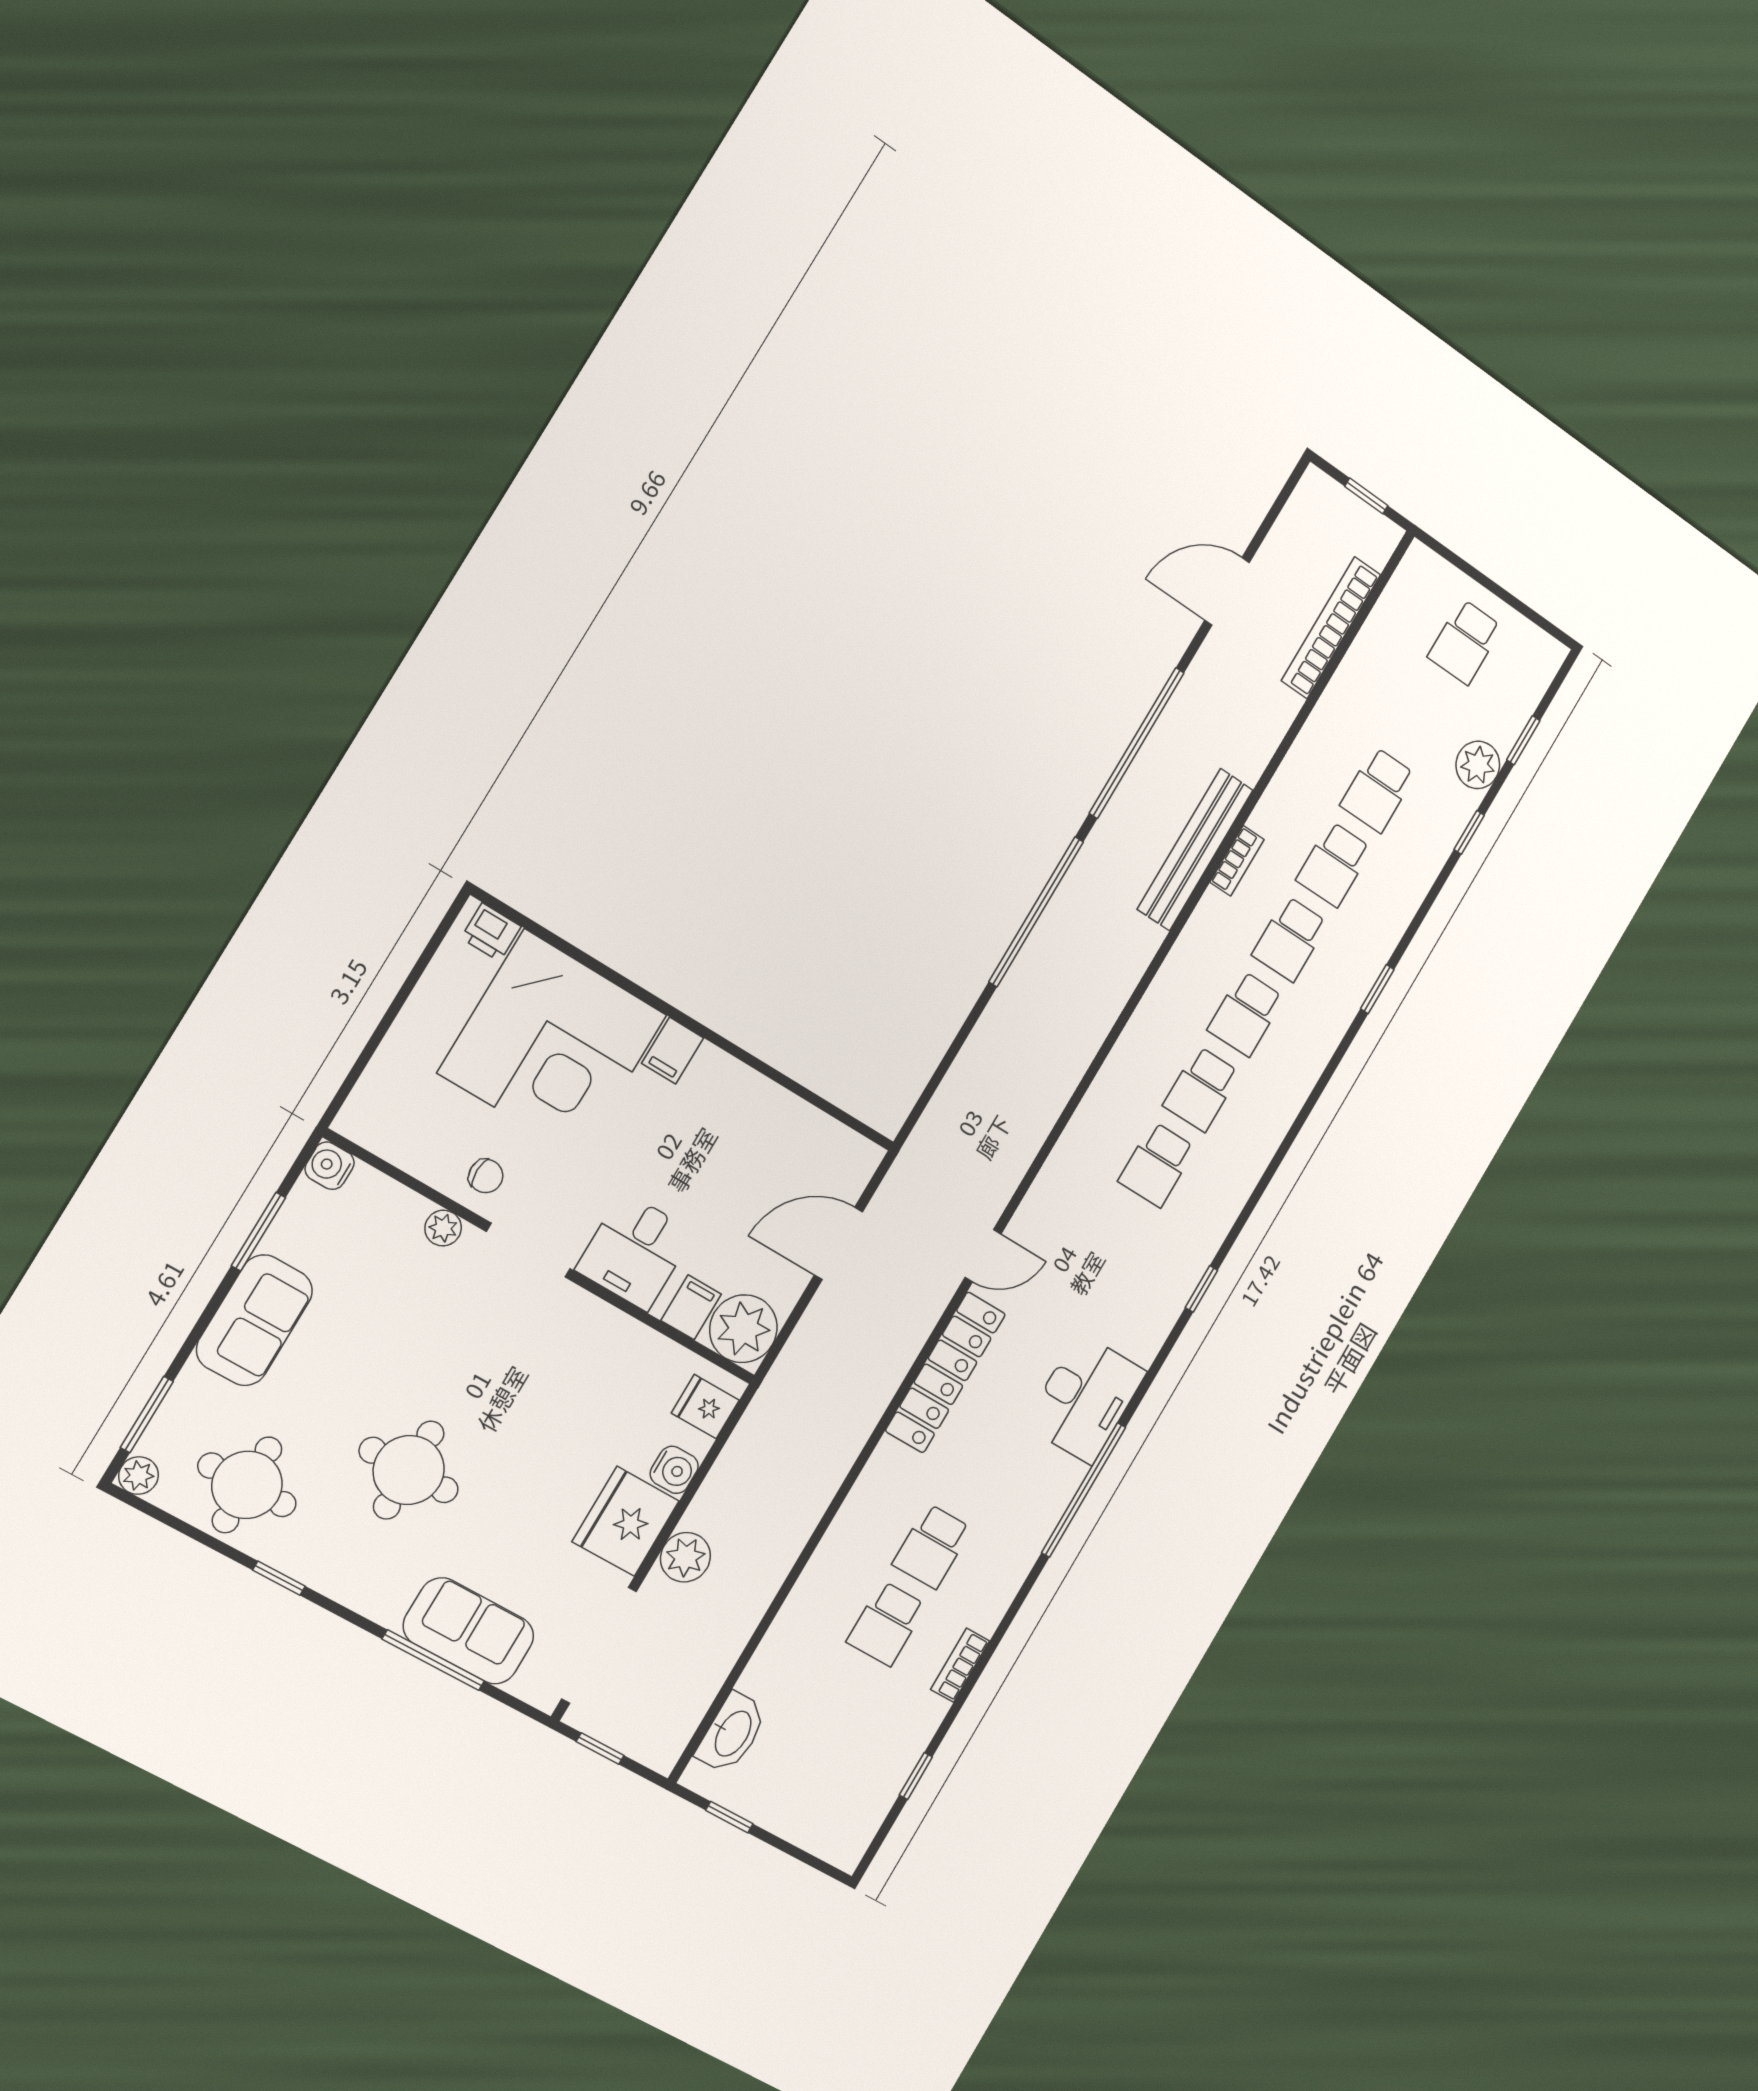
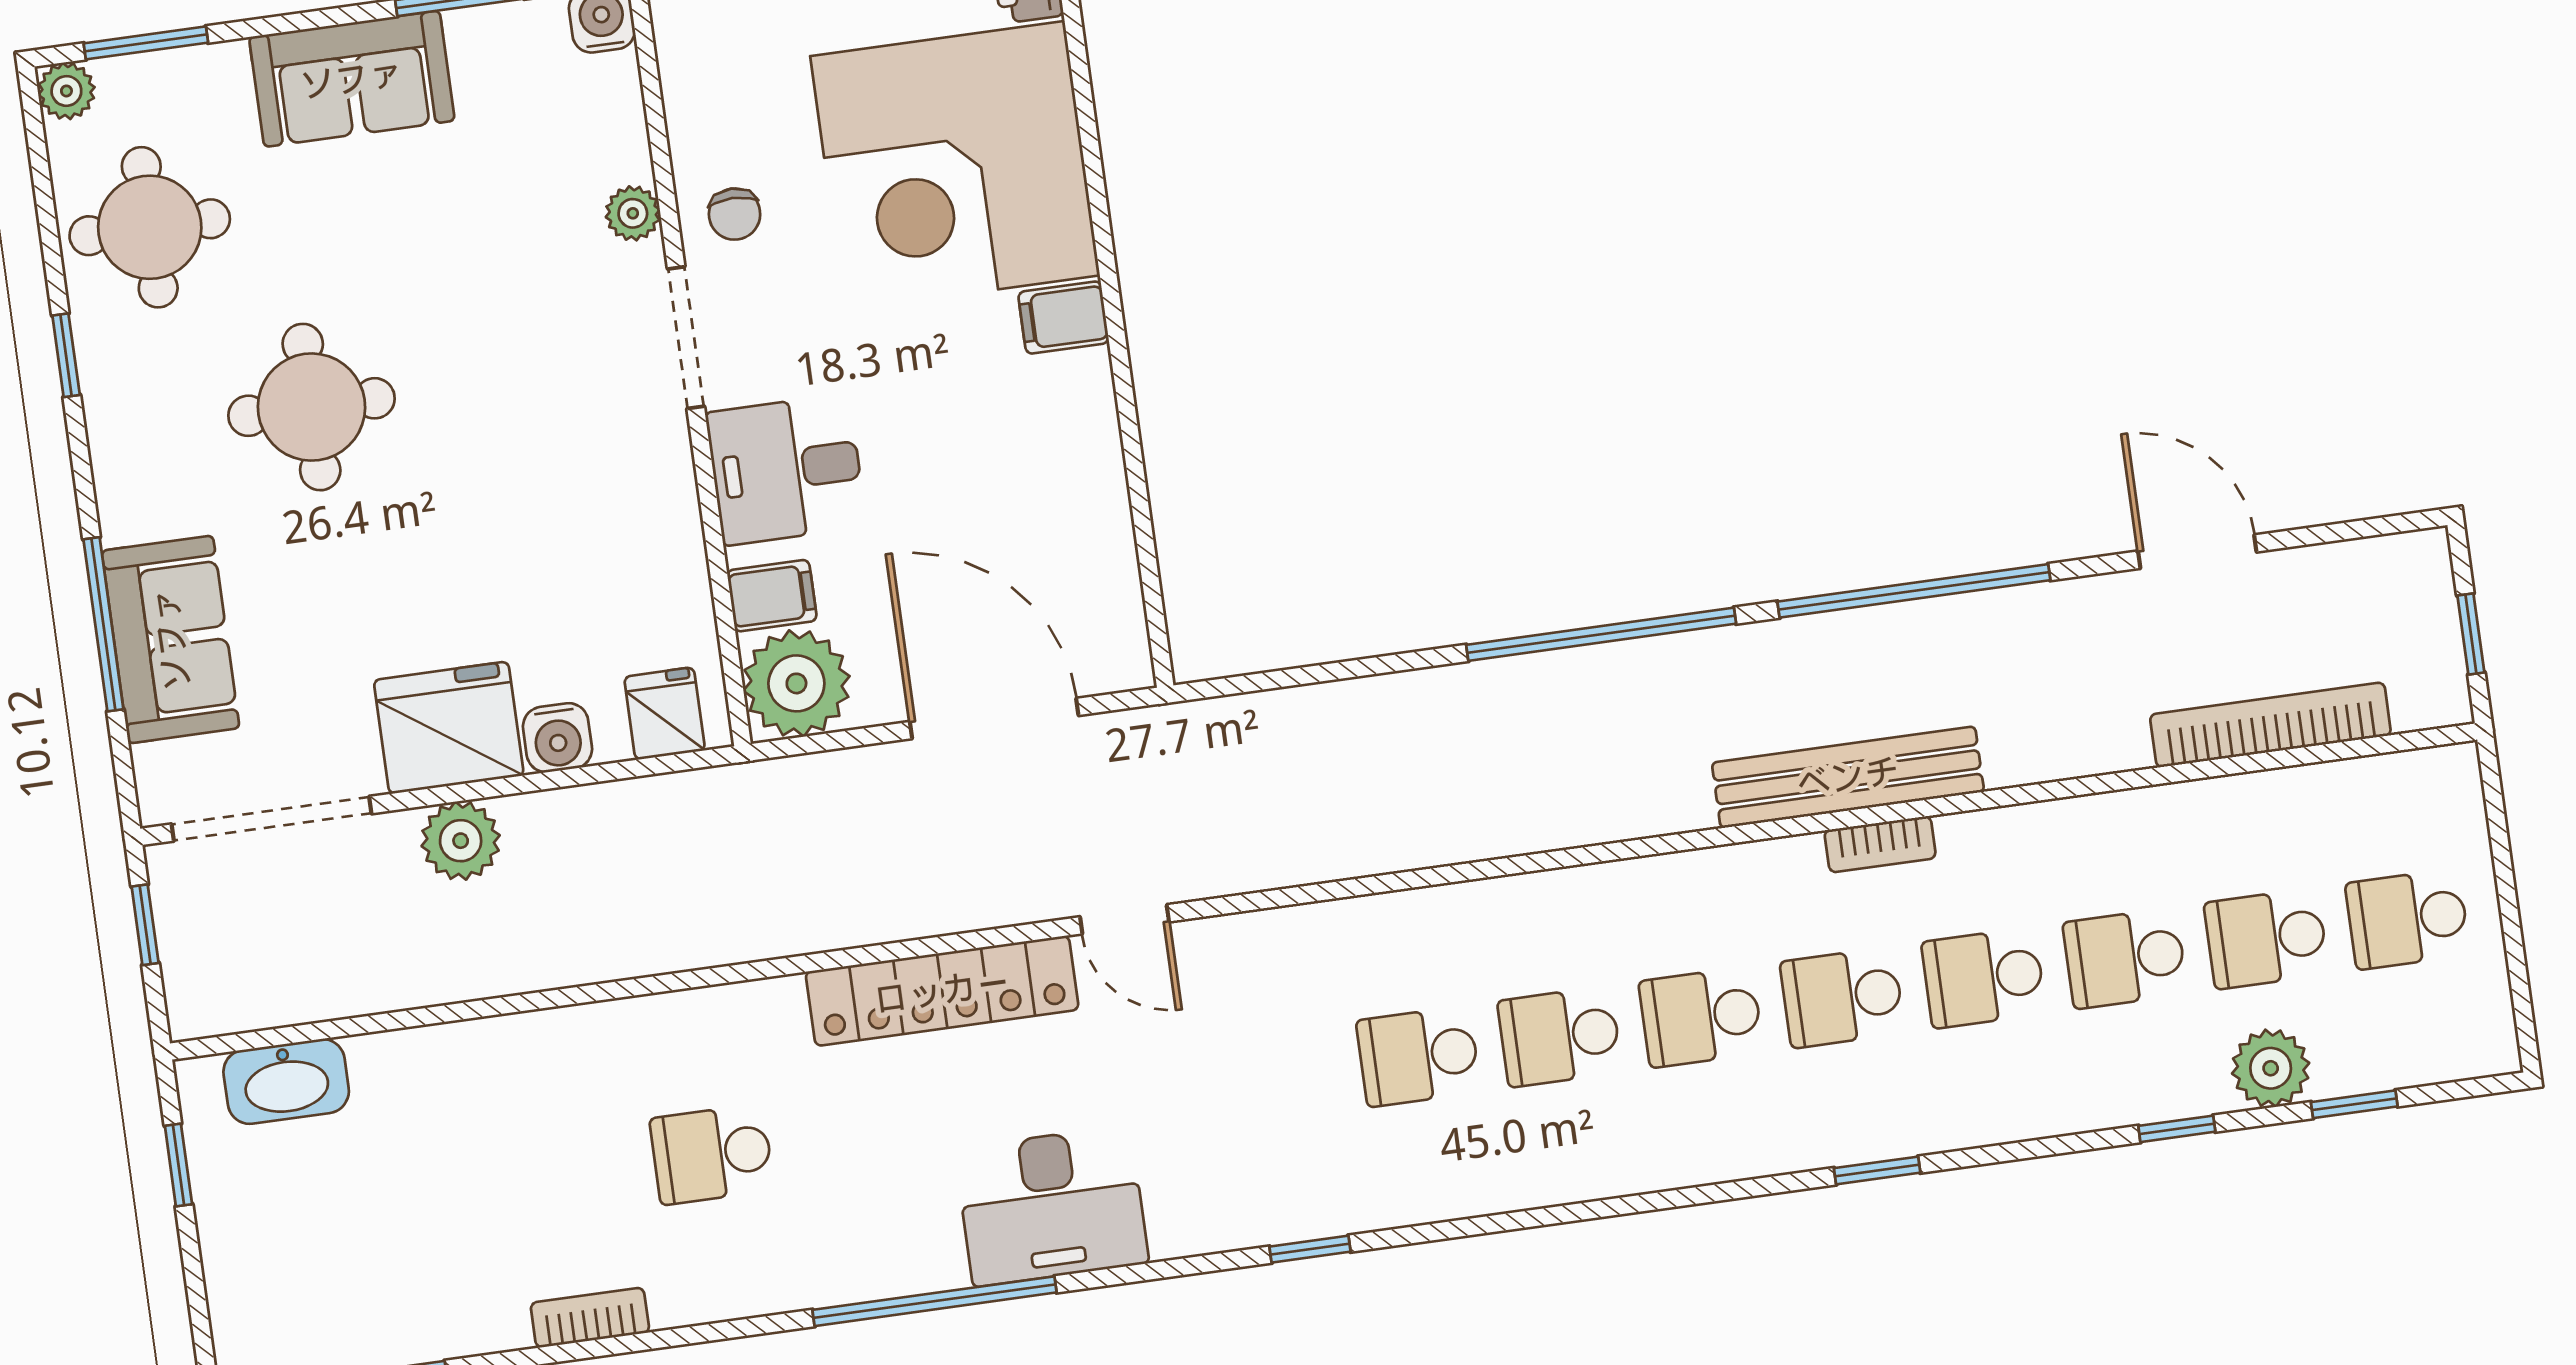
door: (838, 1243) -> (994, 719), width x1.36
school desk: (887, 1623) -> (2266, 939), moved

